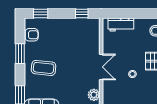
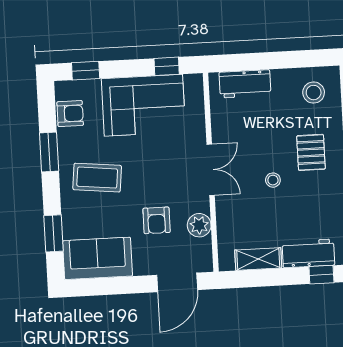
corner sofa: (69, 33) -> (143, 105), added
armchair: (72, 91) -> (157, 220), added

